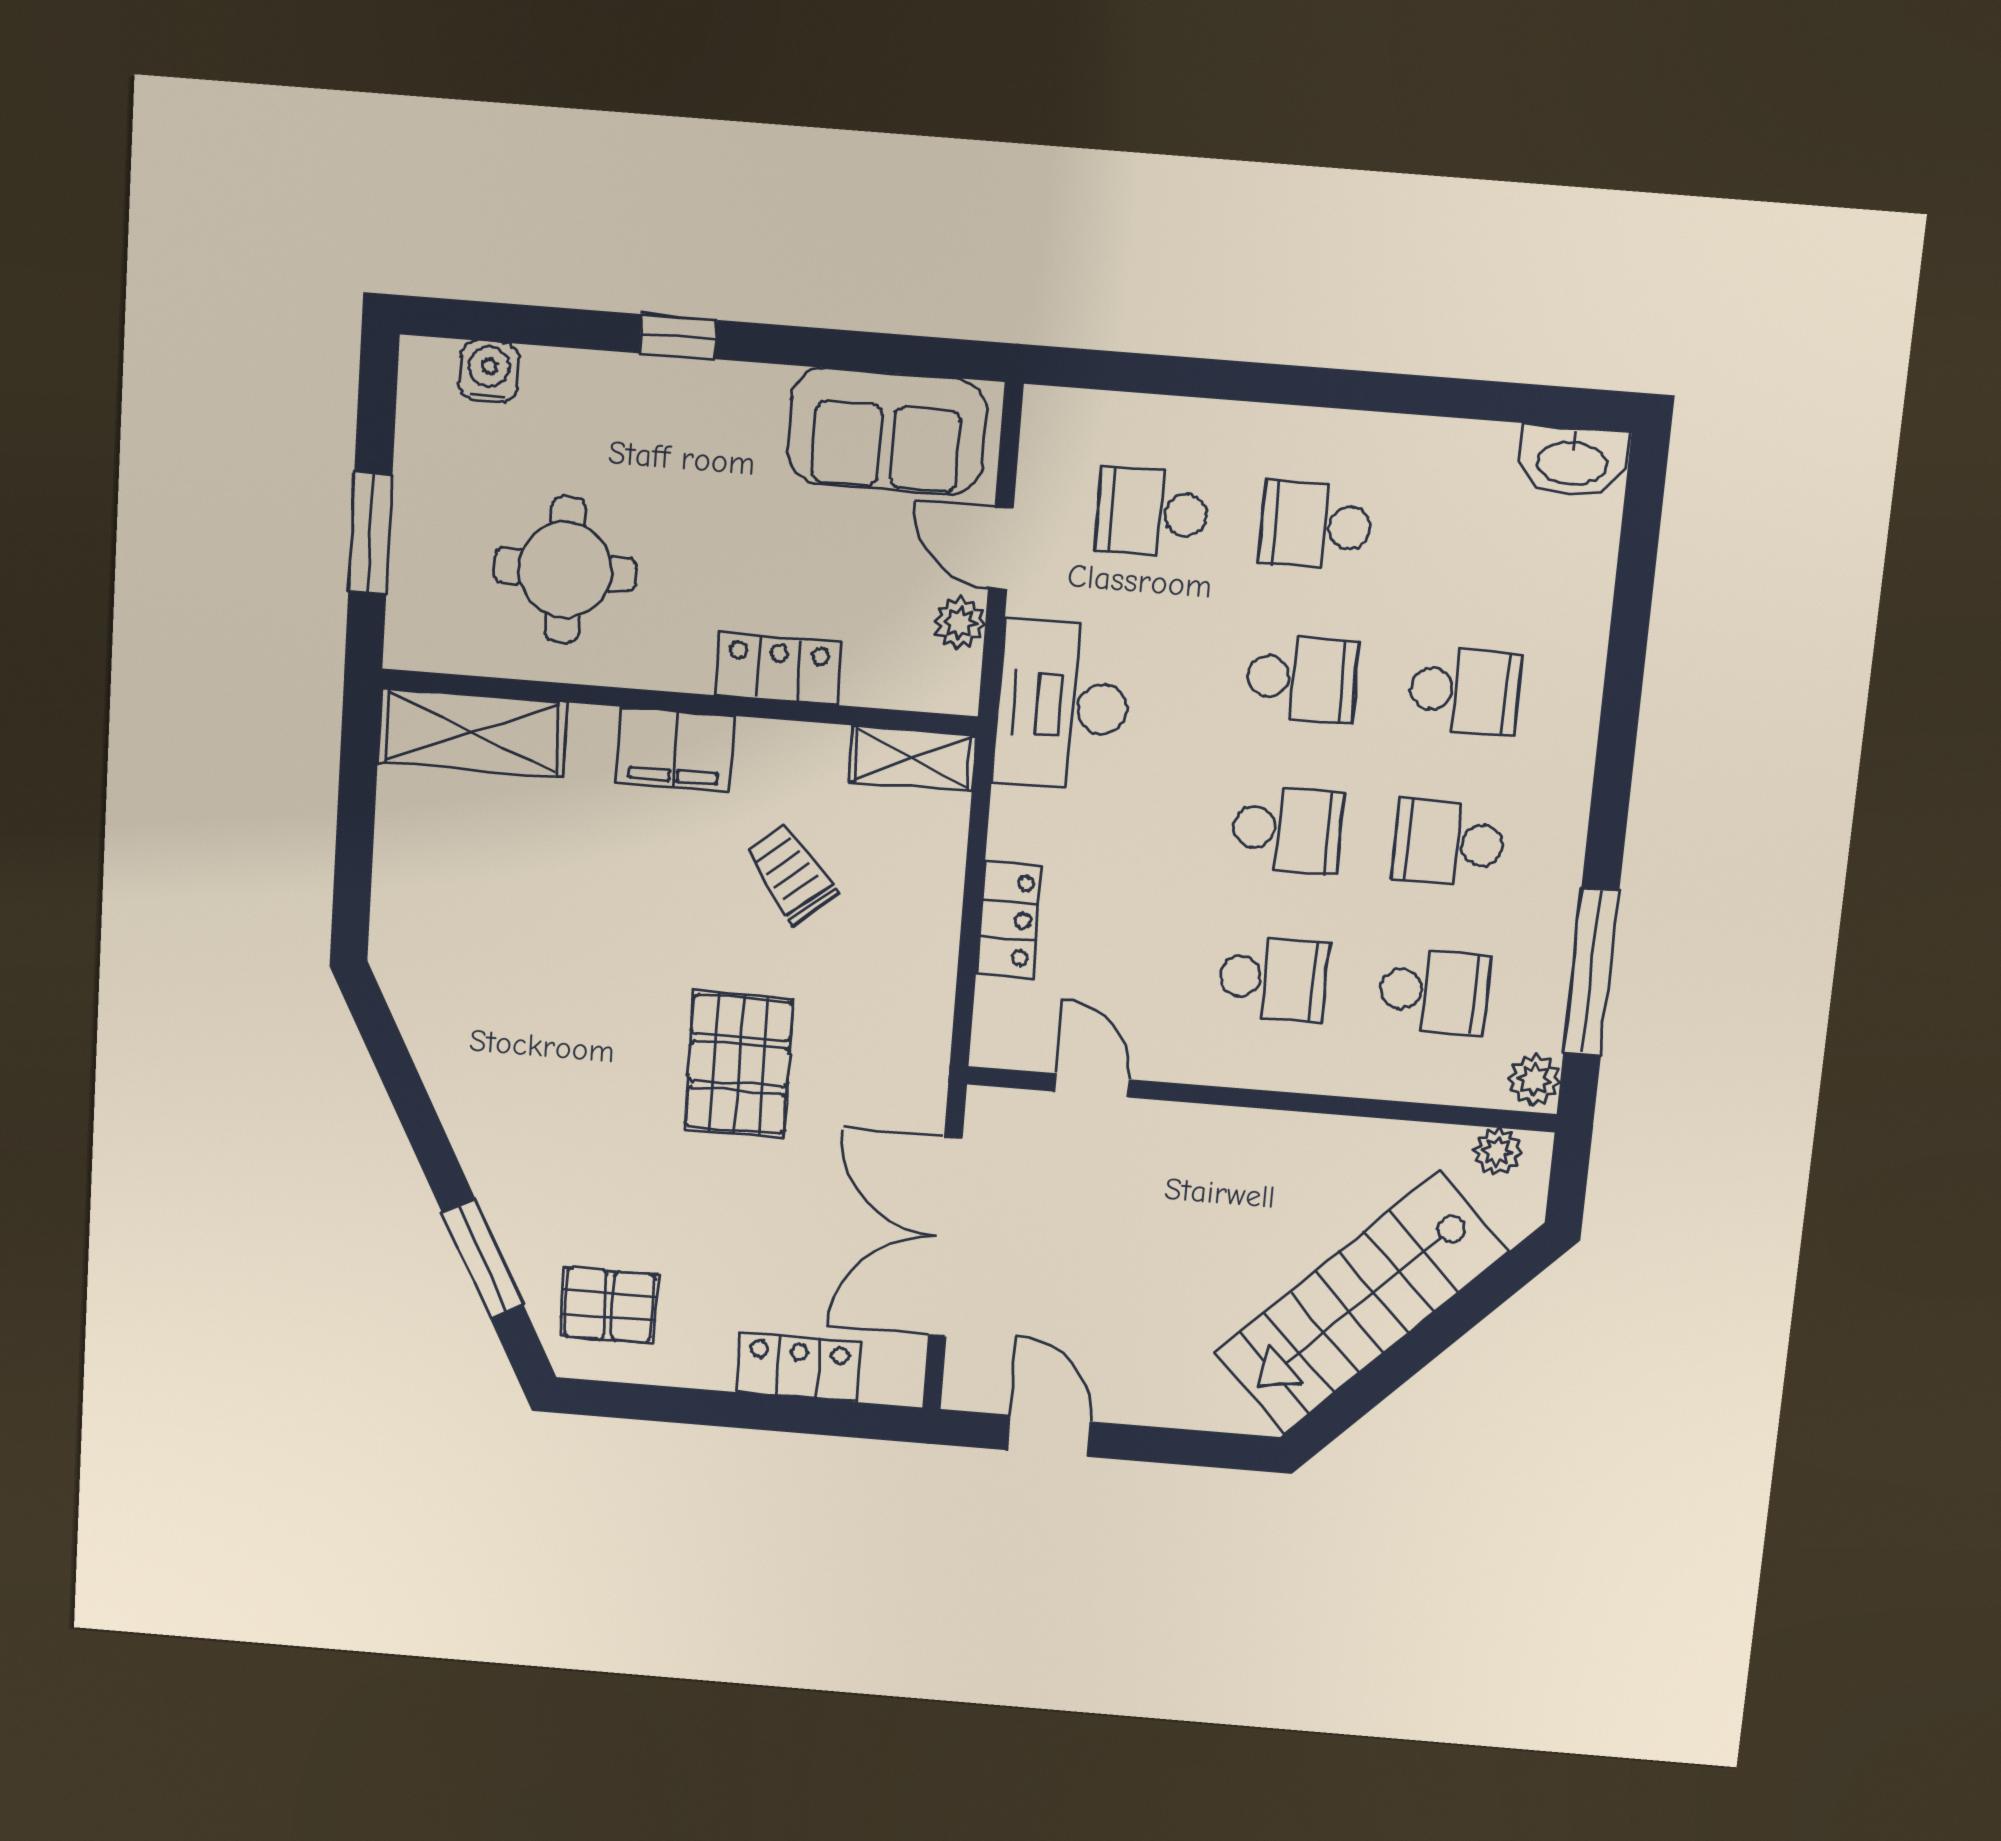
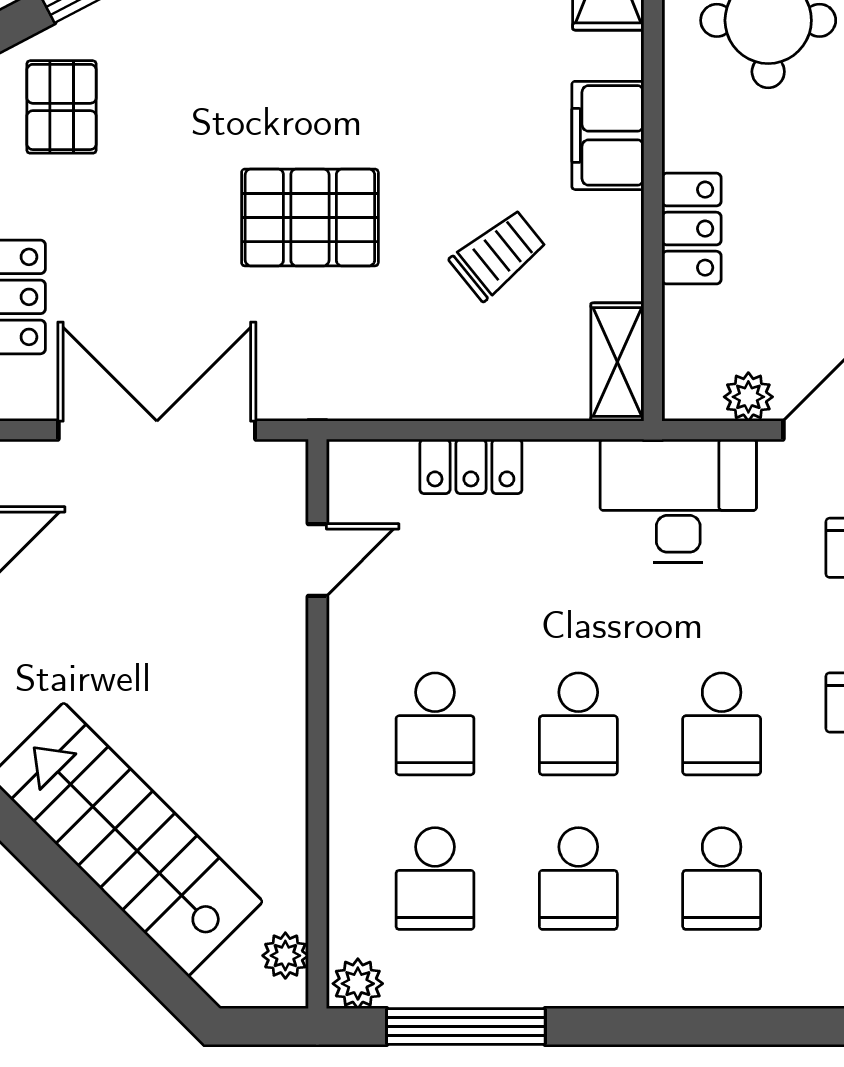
school desk: (1449, 843) -> (578, 879), turned 180

